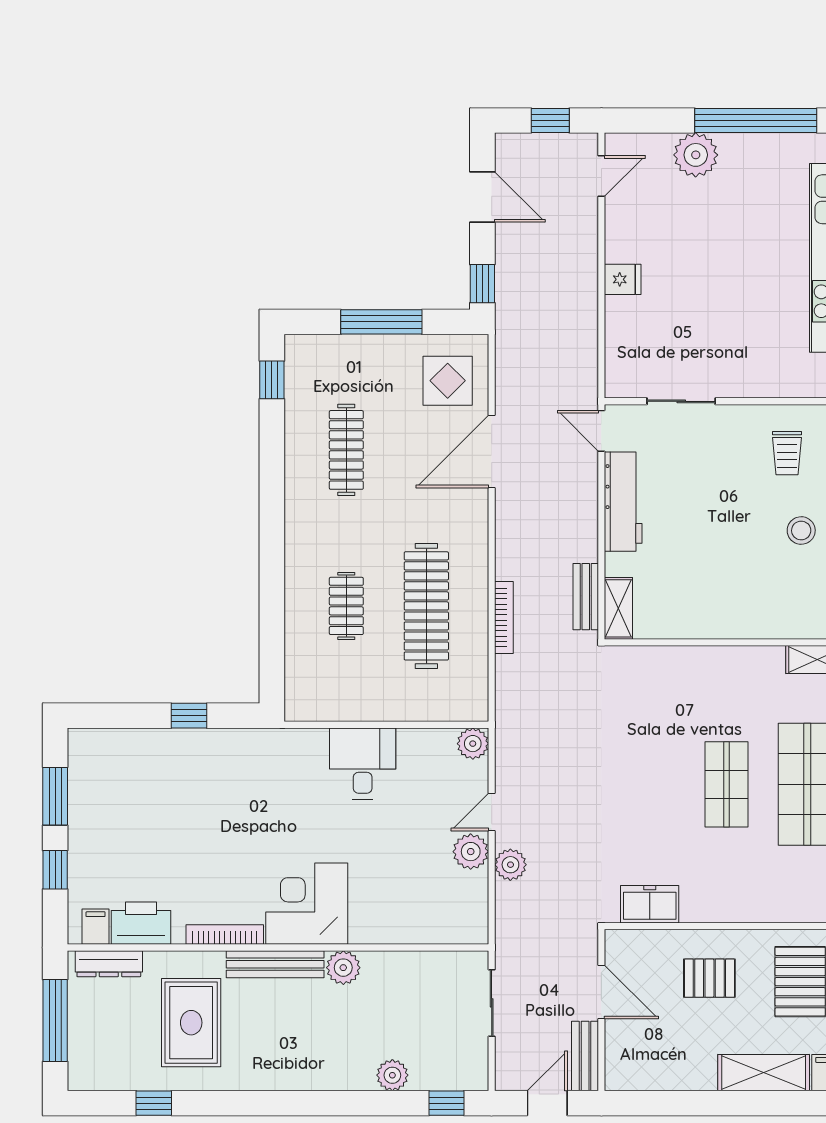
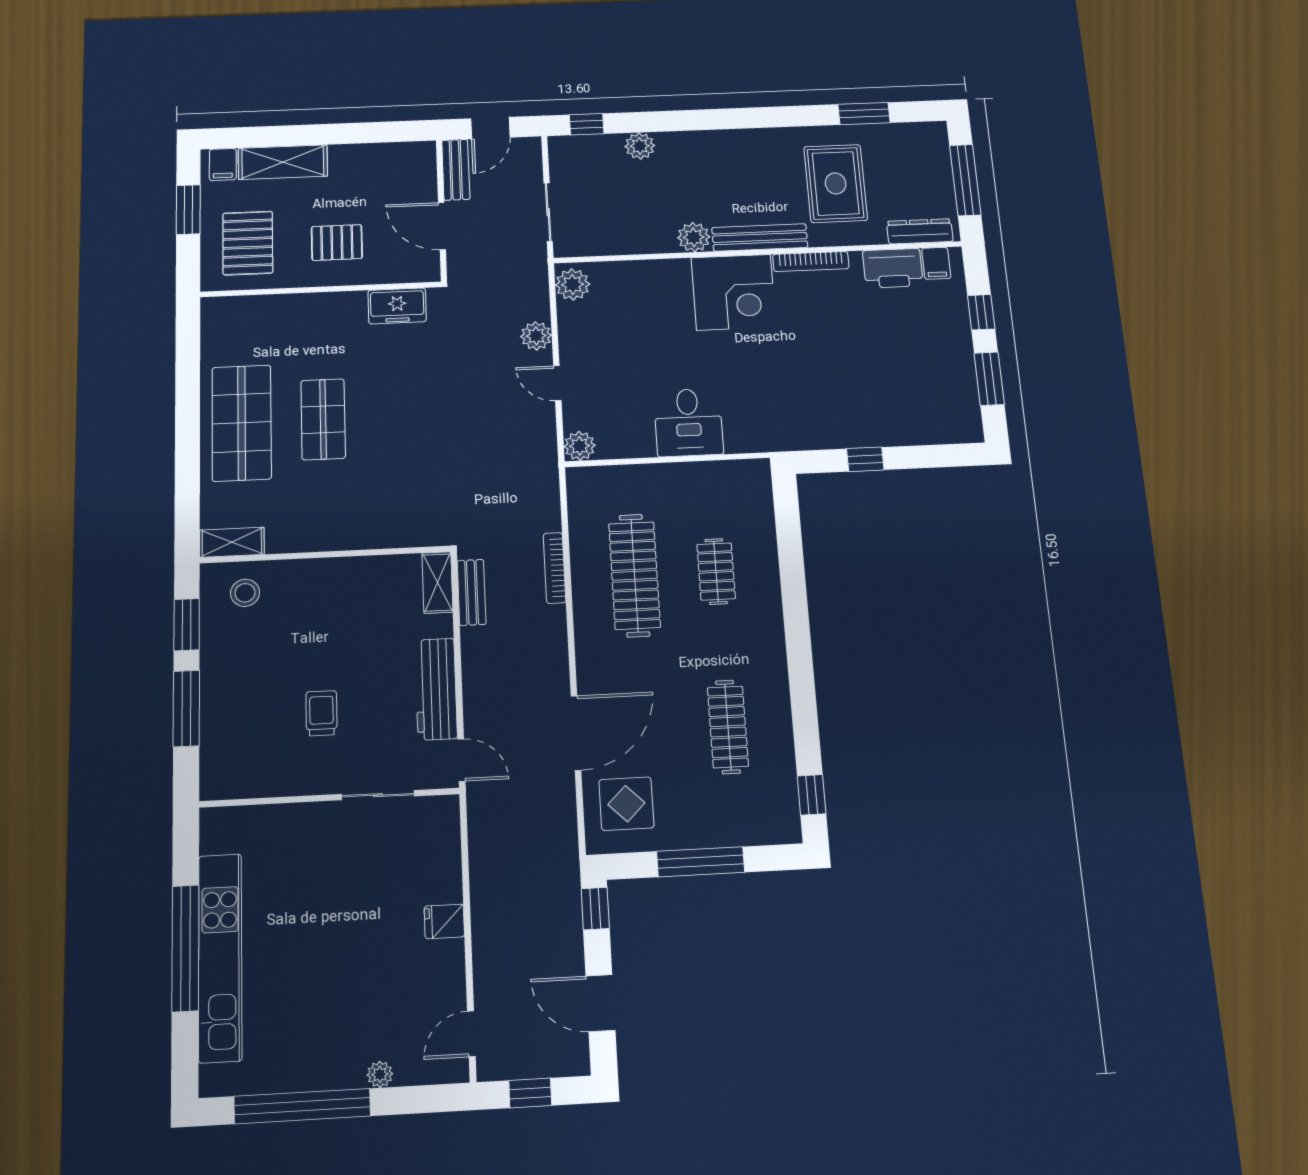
plant: (696, 155) -> (380, 1074), width x0.53, depth x0.53
trolley: (787, 453) -> (321, 713), moved
stool: (801, 531) -> (245, 593), moved
door: (492, 812) -> (557, 383), swing flipped
plant: (471, 852) -> (573, 284), moved
window: (154, 1103) -> (864, 113), width x1.50

